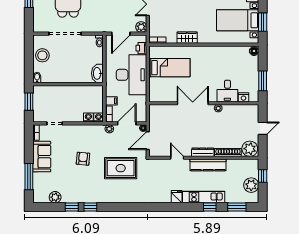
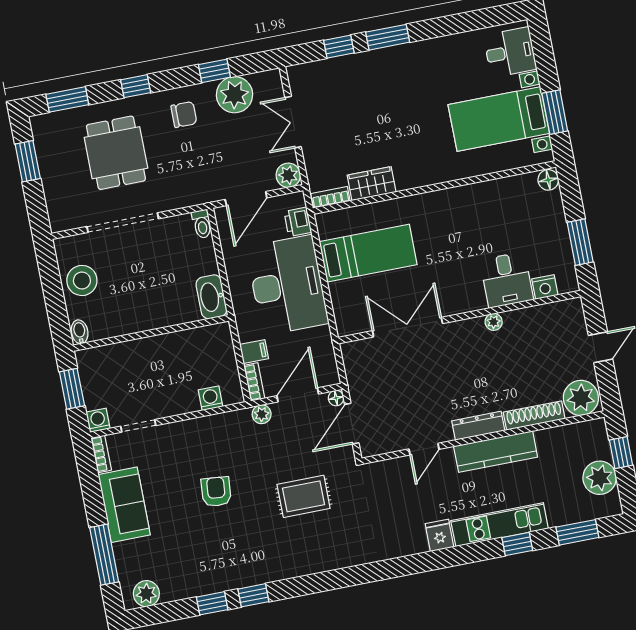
wardrobe: (187, 38) -> (372, 184), moved
double door: (193, 103) -> (407, 327), moved
washing machine: (99, 118) -> (98, 420), moved
door: (177, 158) -> (424, 449), swing flipped
rug: (121, 168) -> (304, 496), width x0.73, depth x0.70
plant: (55, 197) -> (146, 594), moved

